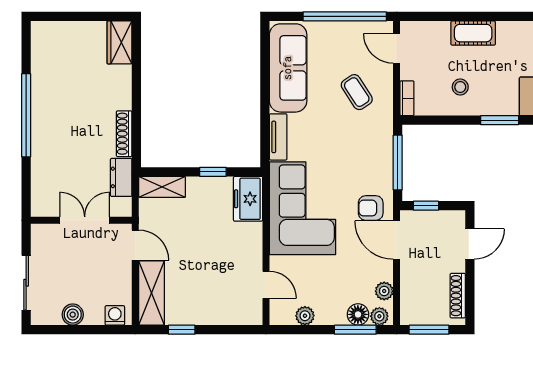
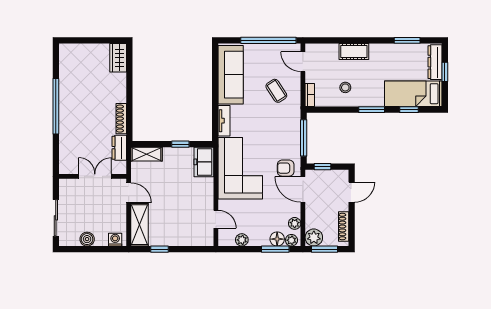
plant: (413, 312) -> (314, 238), added

